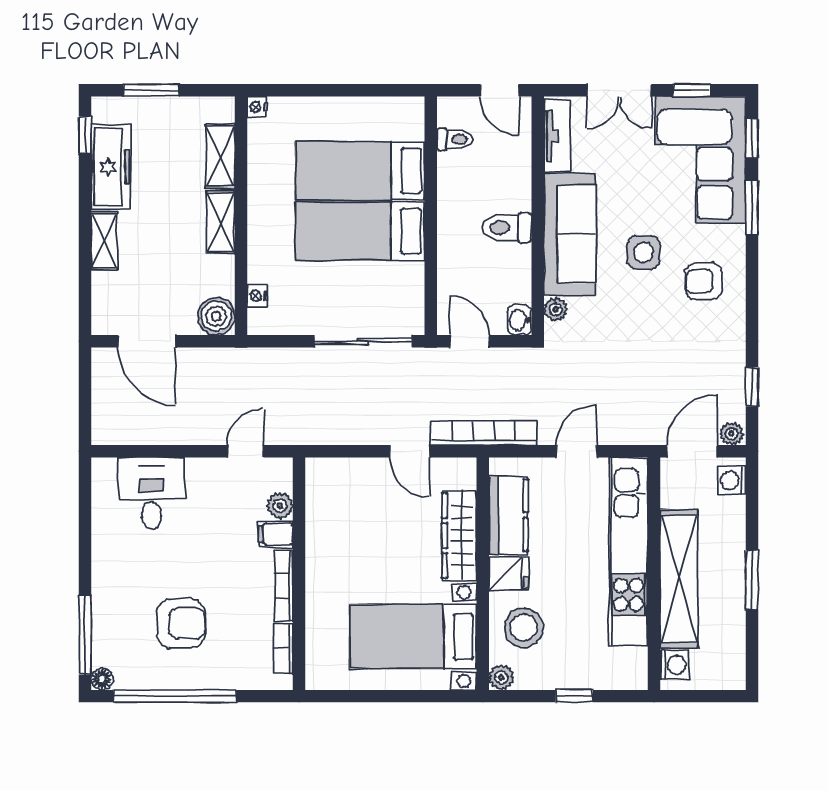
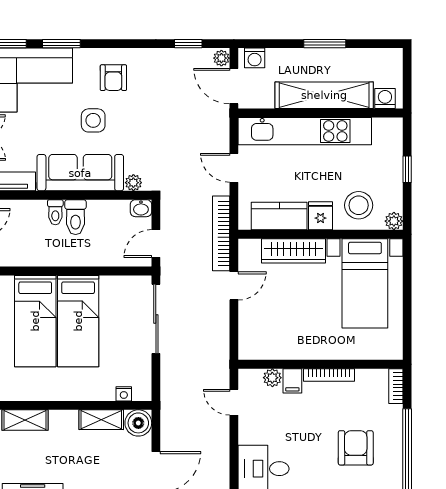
toilet: (455, 139) -> (55, 212), moved, turned 180
shelving: (221, 222) -> (101, 420), moved
bookcase: (283, 649) -> (396, 386), moved, turned 90

